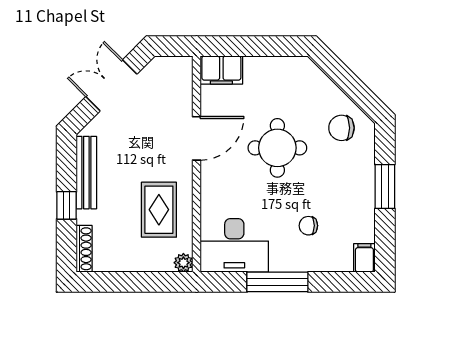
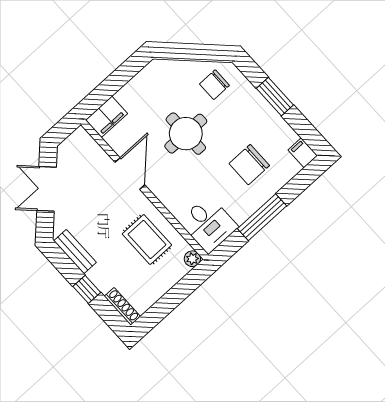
bench: (86, 173) -> (75, 252), width x0.73
chair: (308, 226) -> (249, 165), width x1.87, depth x1.87
desk: (234, 245) -> (208, 224), width x0.73

